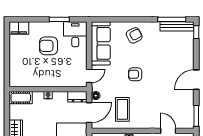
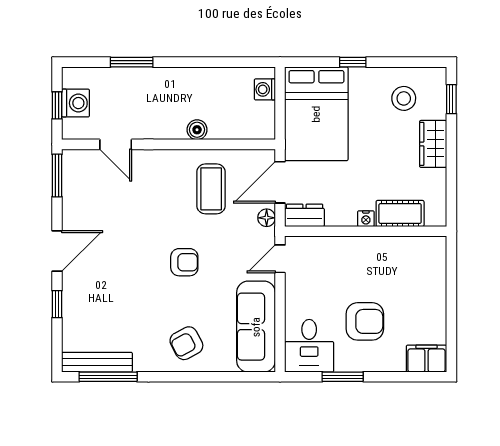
window: (196, 32) -> (57, 304), moved
cot: (21, 98) -> (400, 213), moved

